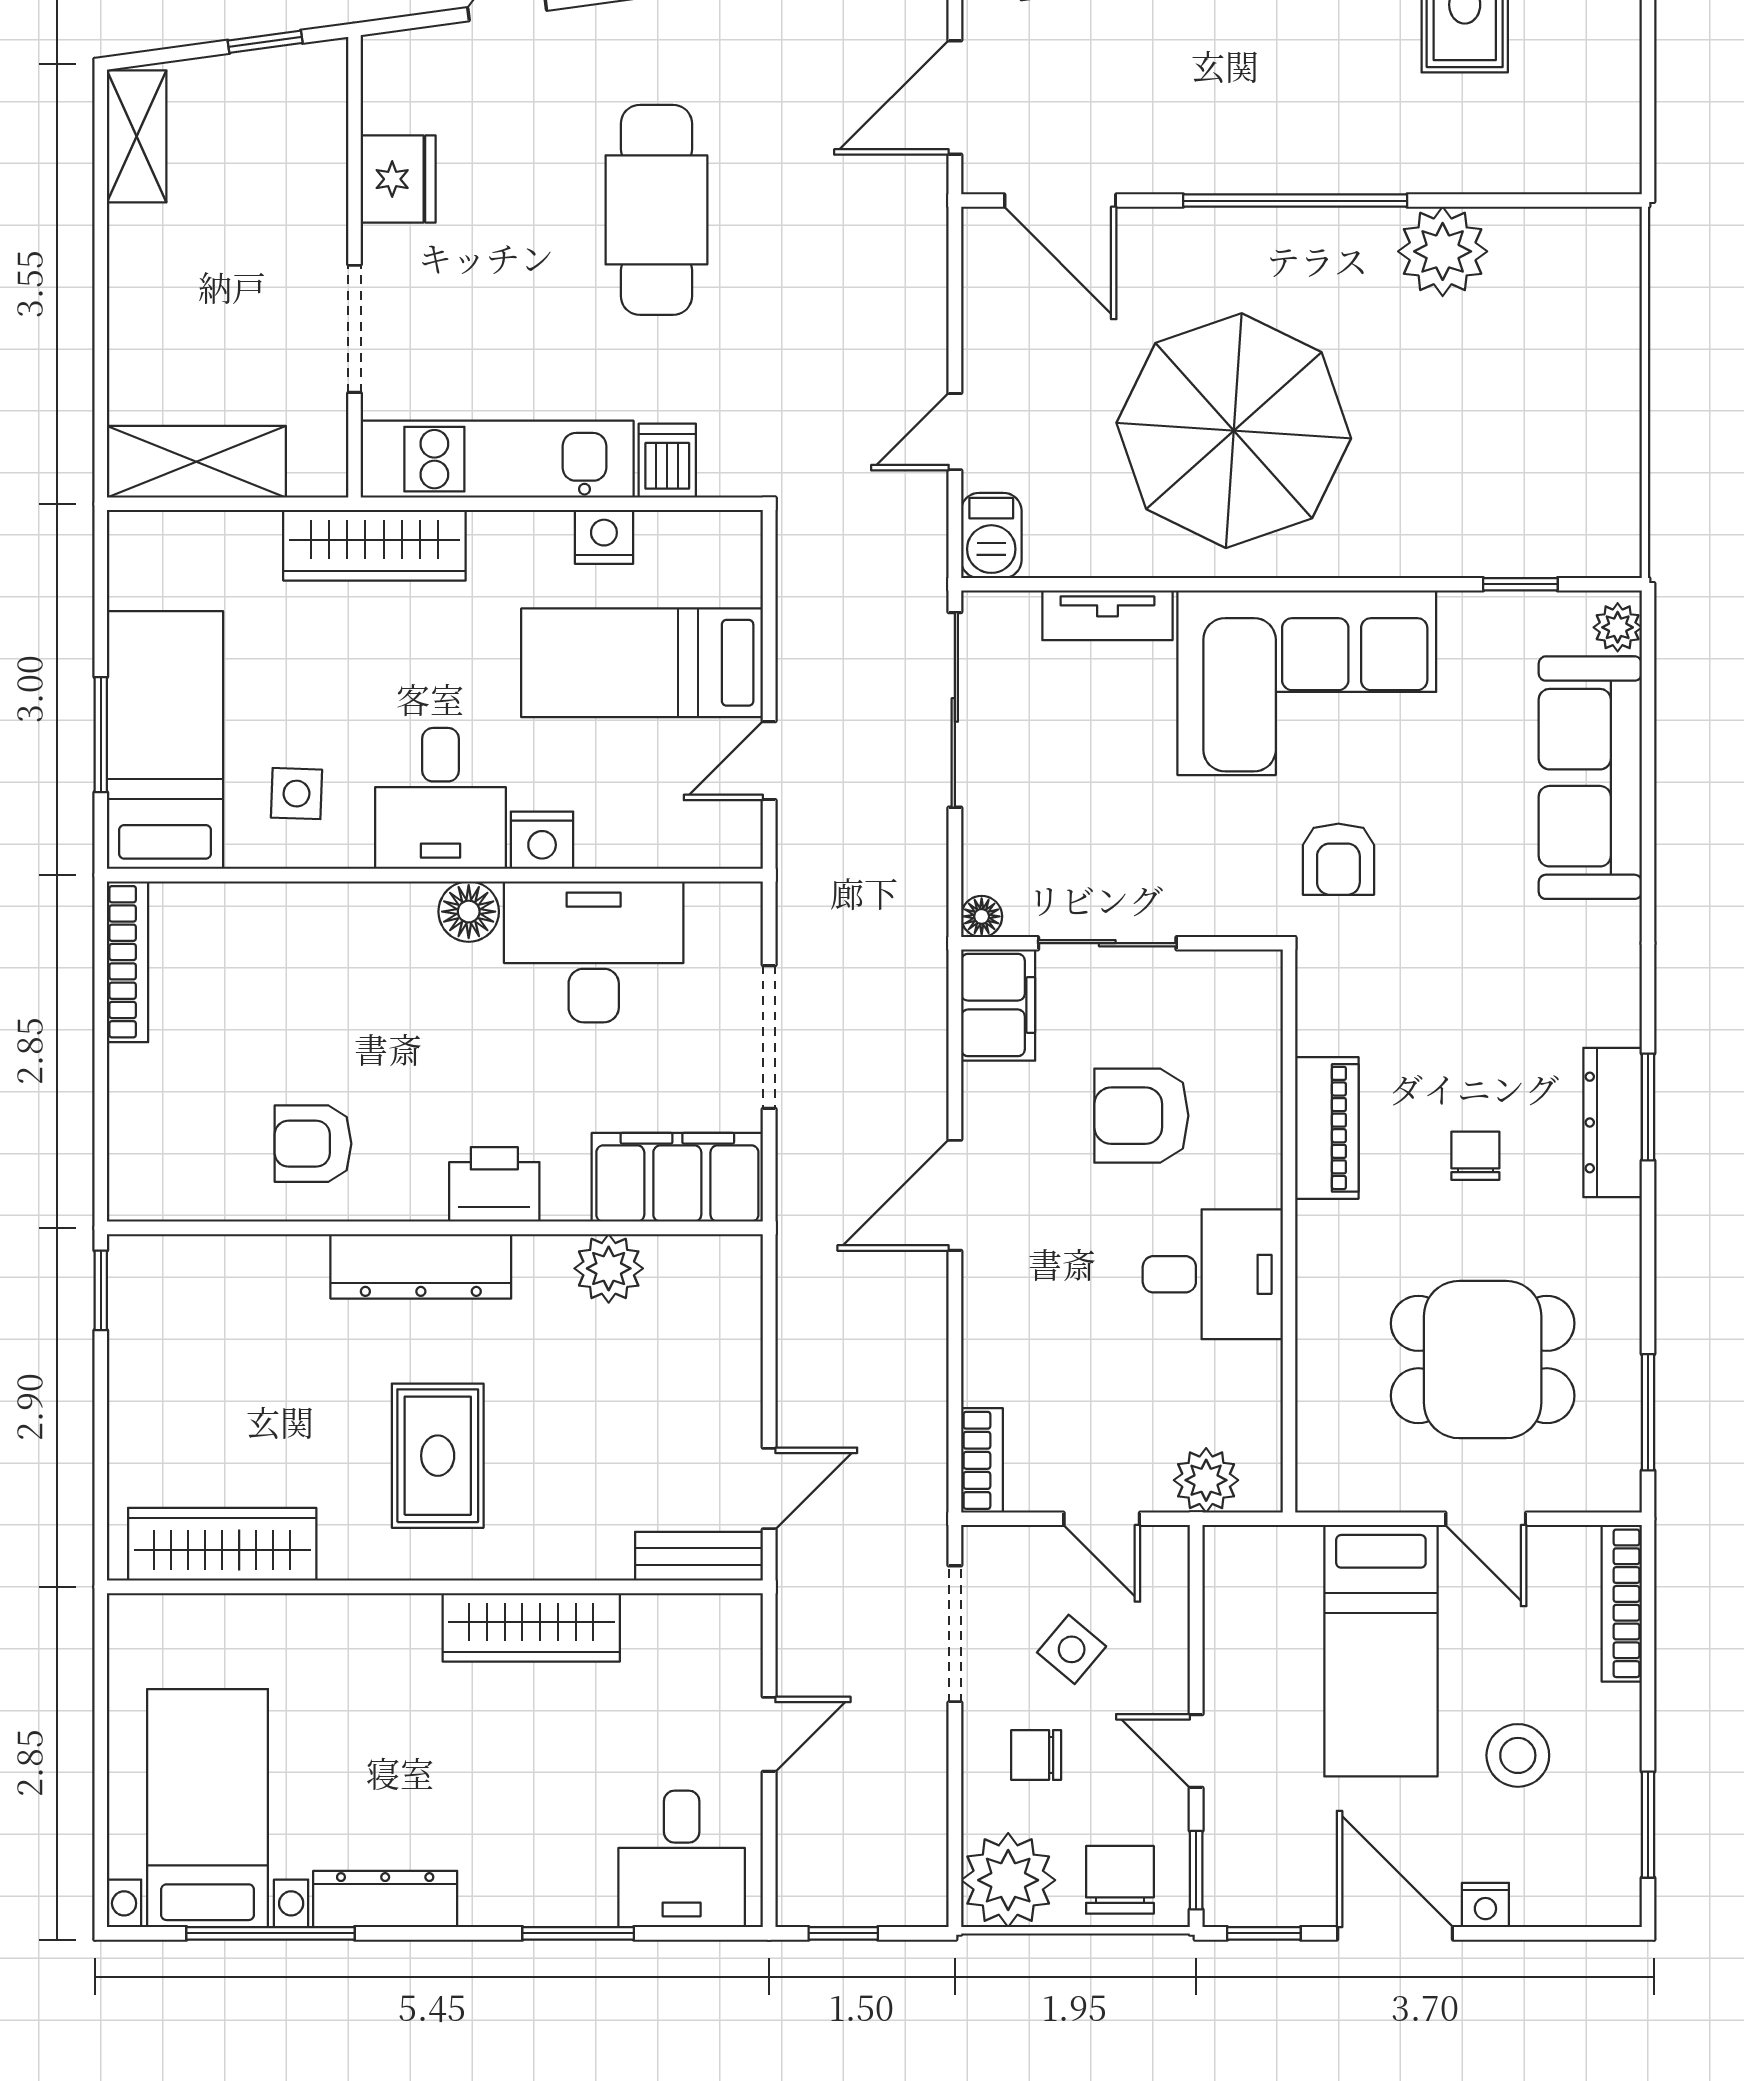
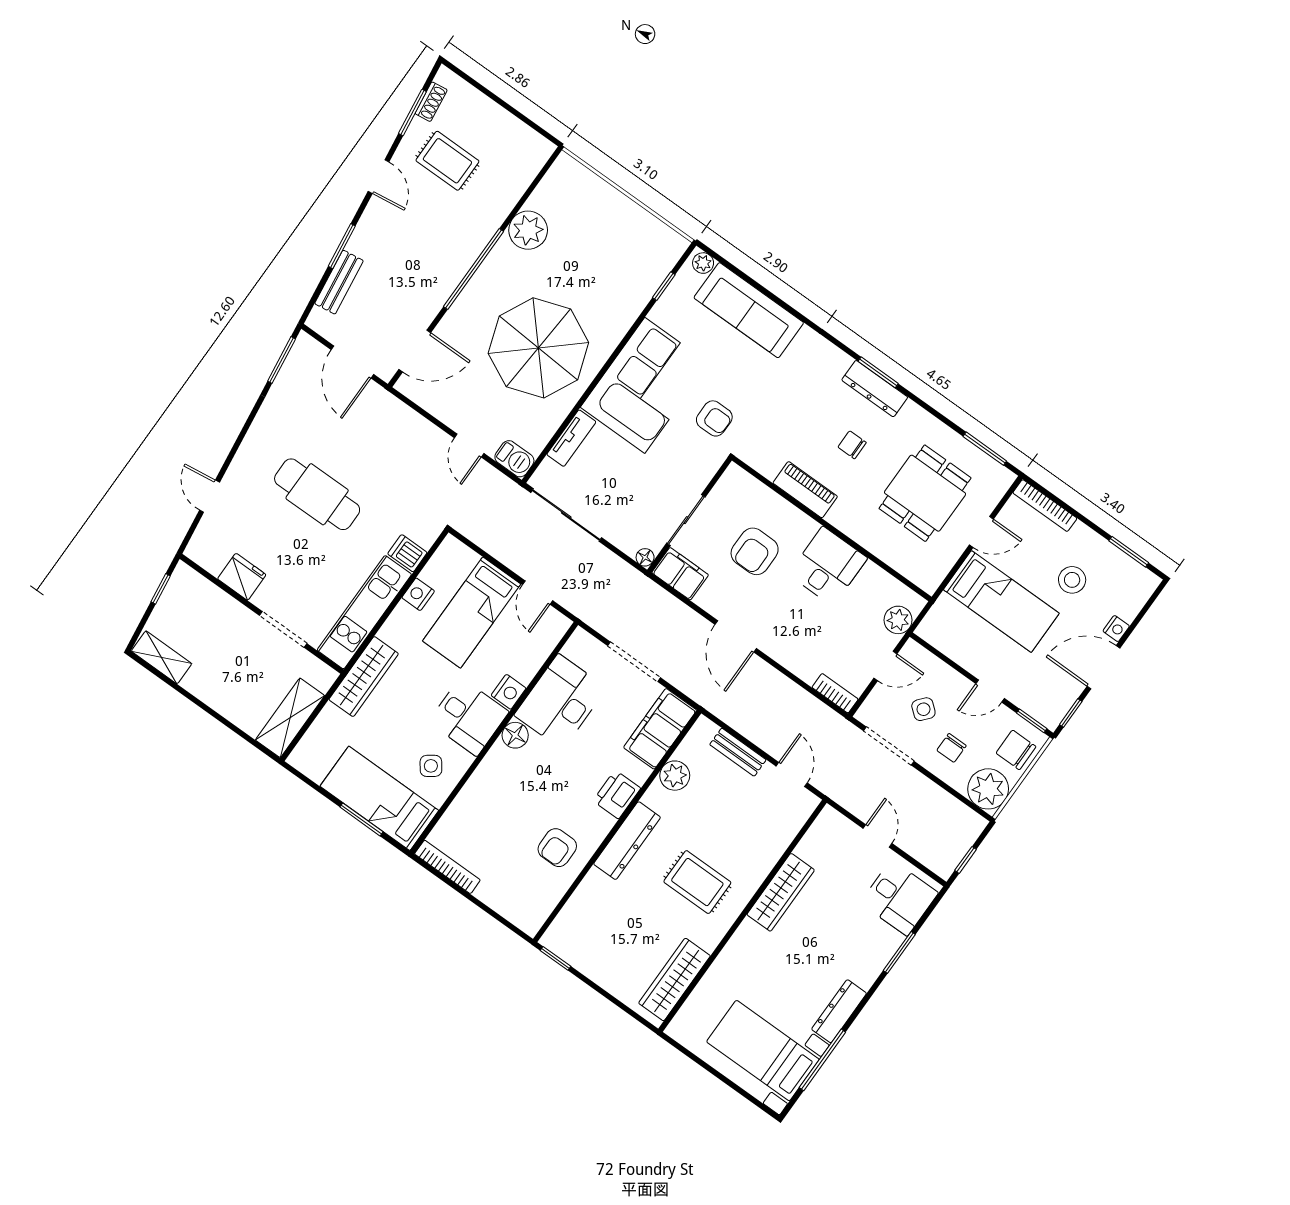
side table: (296, 794) -> (431, 766), turned -38
bench: (699, 1556) -> (738, 752), moved, turned 90

